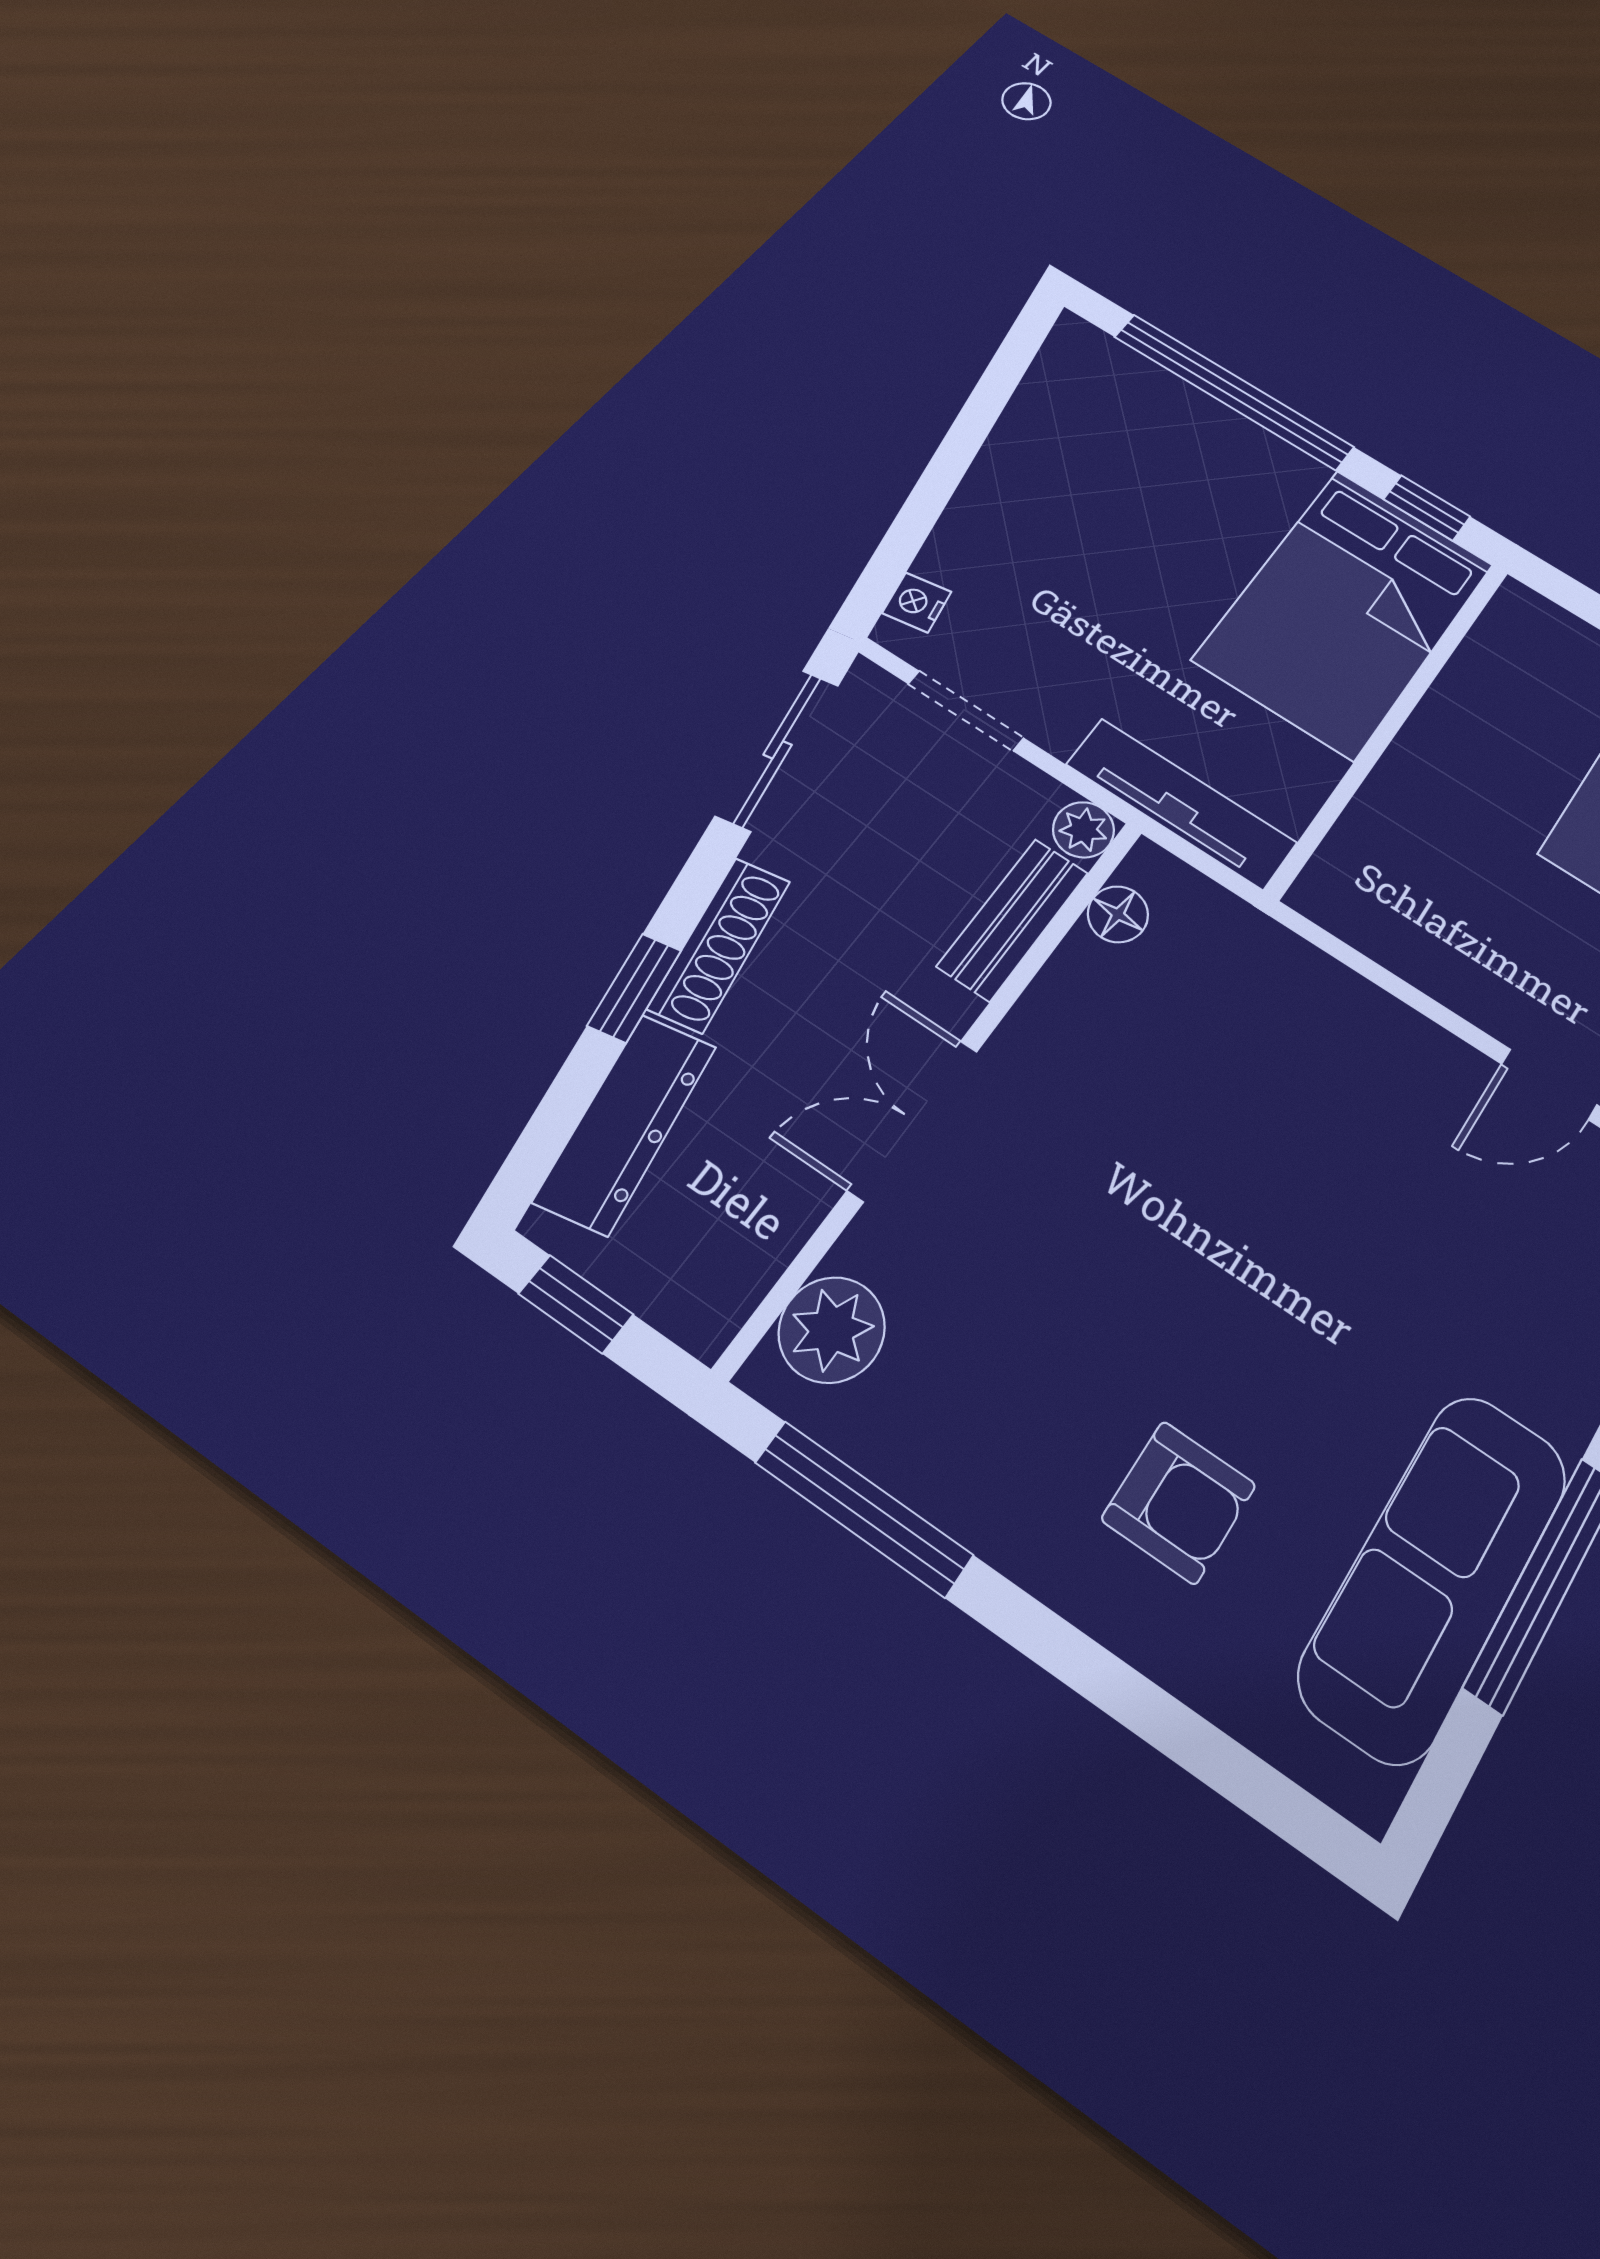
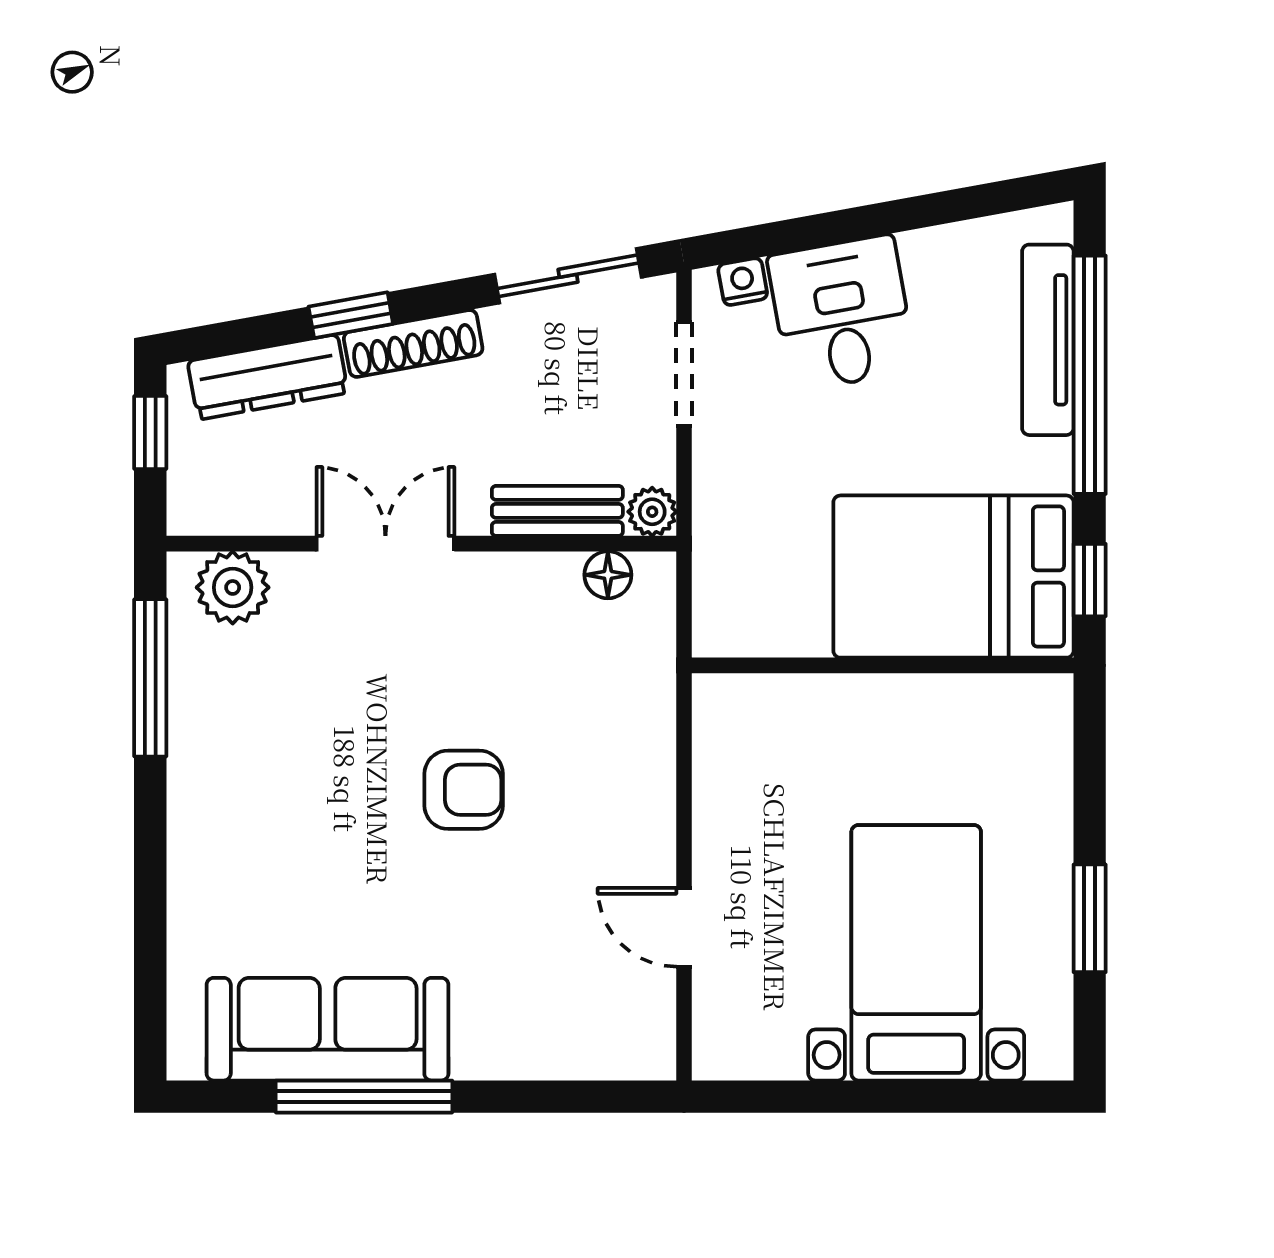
desk: (1018, 542) -> (842, 313), added
tv unit: (1181, 804) -> (1048, 340), moved, turned 180
armchair: (1179, 1502) -> (464, 790), moved, turned -90

